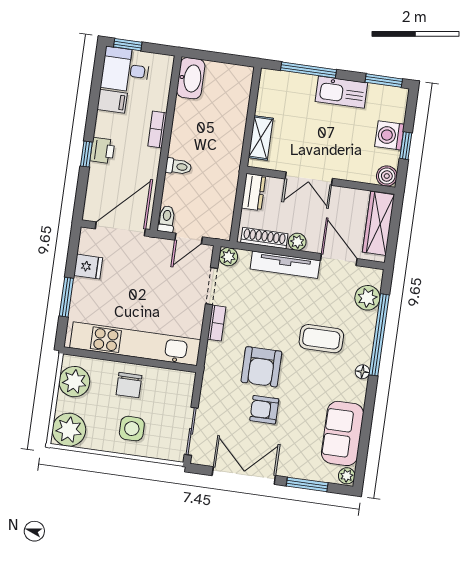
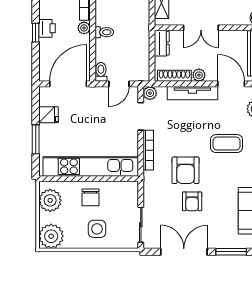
plant: (152, 157) -> (84, 28), added
bookcase: (217, 323) -> (148, 150), width x1.56
armchair: (264, 410) -> (192, 201), turned -90

